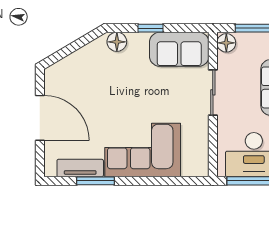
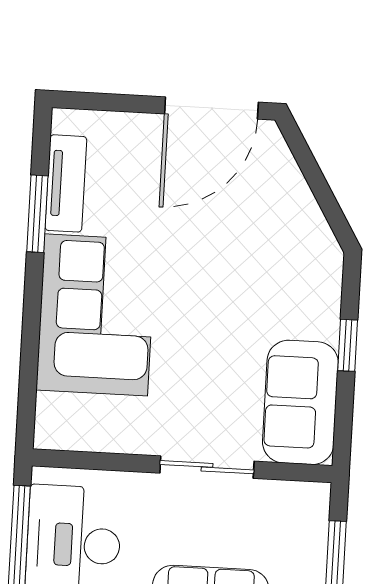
floor lamp: (117, 42) -> (323, 274), removed
floor lamp: (226, 43) -> (308, 501), removed
door: (40, 118) -> (211, 108), moved

